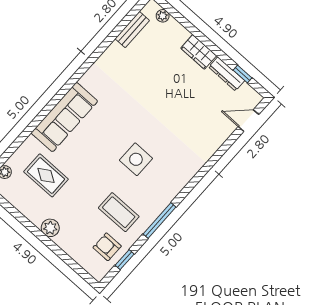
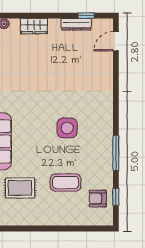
wardrobe: (199, 52) -> (34, 26), moved
coffee table: (119, 212) -> (66, 182), moved
plant: (50, 228) -> (52, 218), removed

